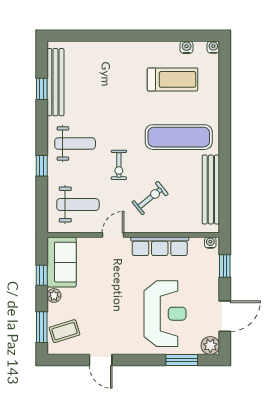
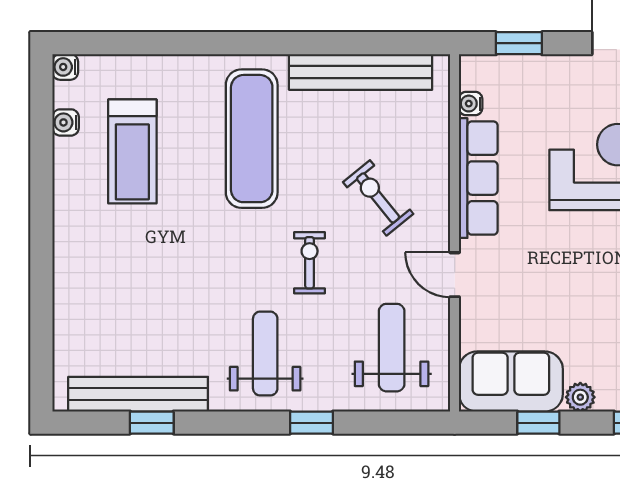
treadmill: (173, 79) -> (132, 151), turned 180
exercise bike: (119, 165) -> (310, 263), turned -90
water cooler: (210, 243) -> (471, 104), moved

